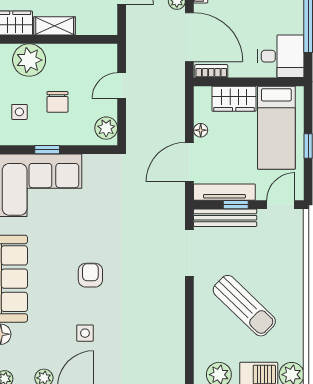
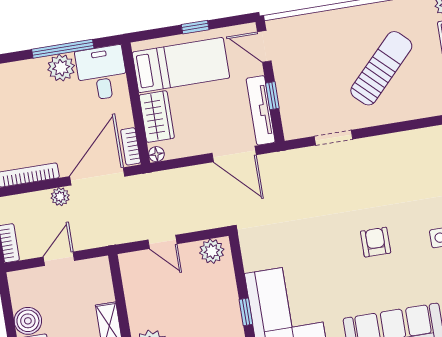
plant: (291, 21) -> (61, 68), added
chair: (57, 102) -> (192, 309), removed
floor lamp: (201, 130) -> (156, 154), moved
bench: (225, 218) -> (289, 105), removed
doorway: (189, 253) -> (334, 138), width x0.73
armchair: (90, 275) -> (376, 242), turned 90

